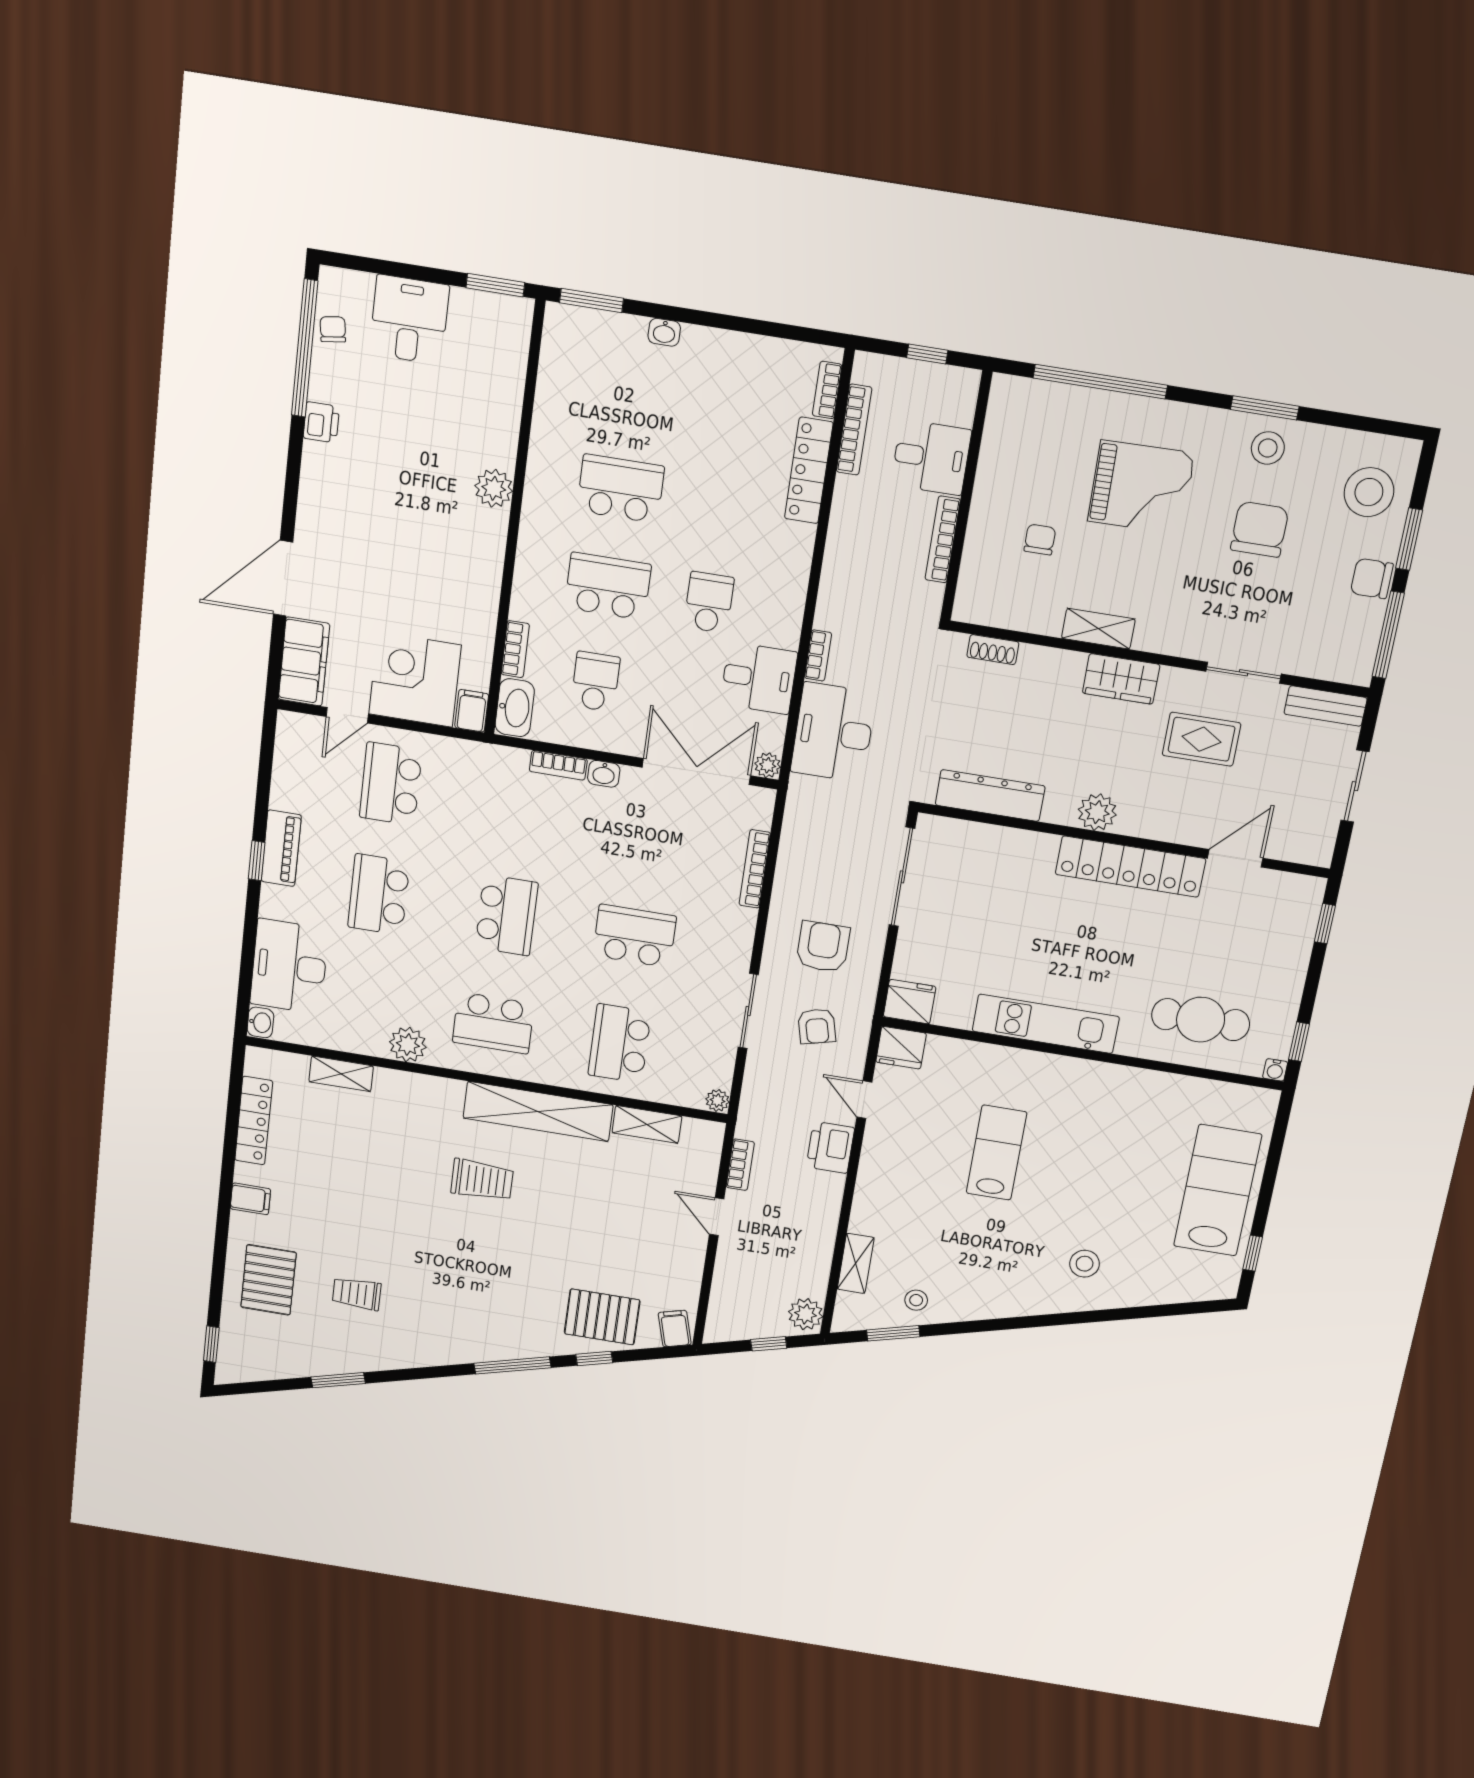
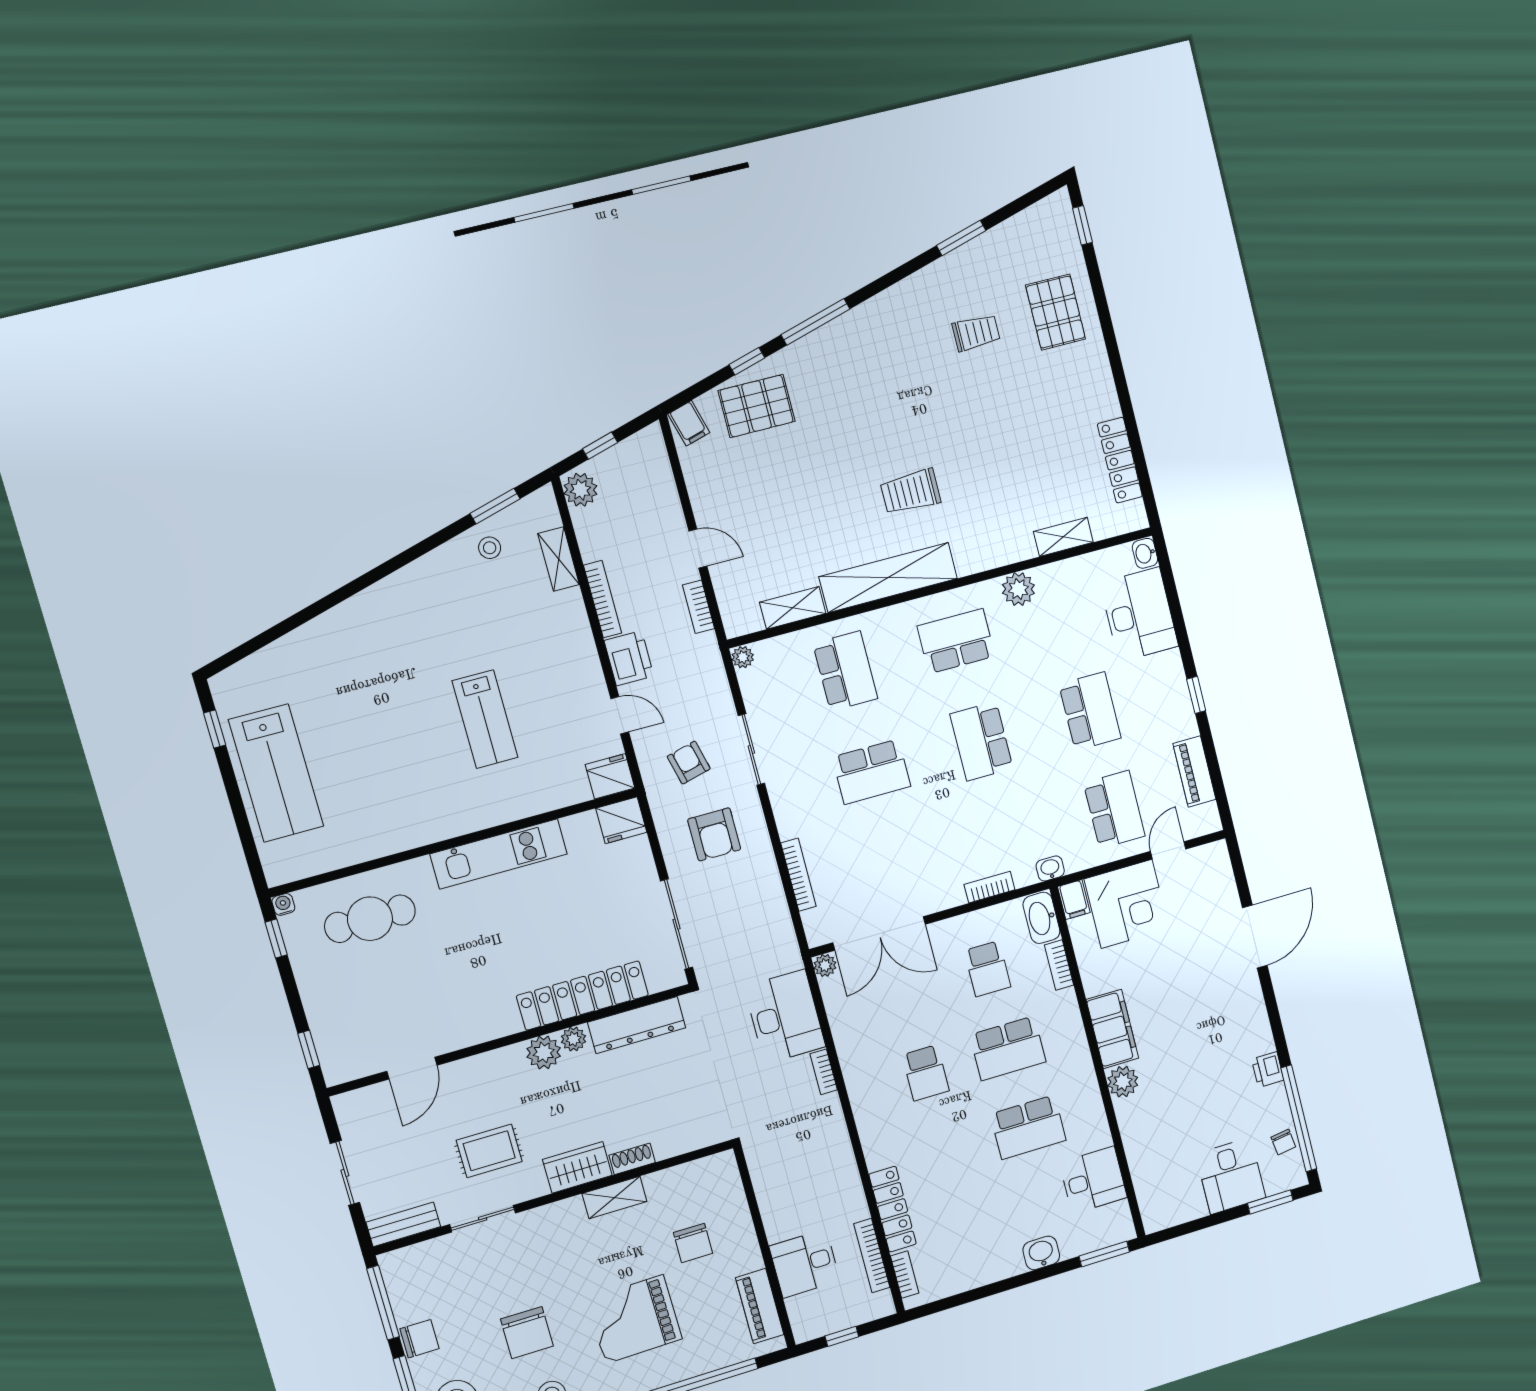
window: (495, 285) -> (1270, 1202), moved
washbasin: (664, 332) -> (1041, 1253), width x1.38, depth x1.45
piano: (1001, 434) -> (760, 1306), added
bookcase: (943, 539) -> (603, 599), moved
chair: (1040, 540) -> (693, 1243), width x1.37, depth x1.37
shoe rack: (993, 650) -> (632, 1159), moved
filing cabinet: (304, 662) -> (1112, 1029), moved, turned 180
desk: (759, 678) -> (1093, 1180), moved, turned 180
washbasin: (604, 774) -> (1050, 868), moved
plant: (1061, 811) -> (574, 1039), added
piano: (281, 848) -> (1194, 772), moved
locker: (1130, 867) -> (583, 995), moved
filing cabinet: (250, 1199) -> (1097, 384), removed
stool: (1085, 1264) -> (358, 651), removed

